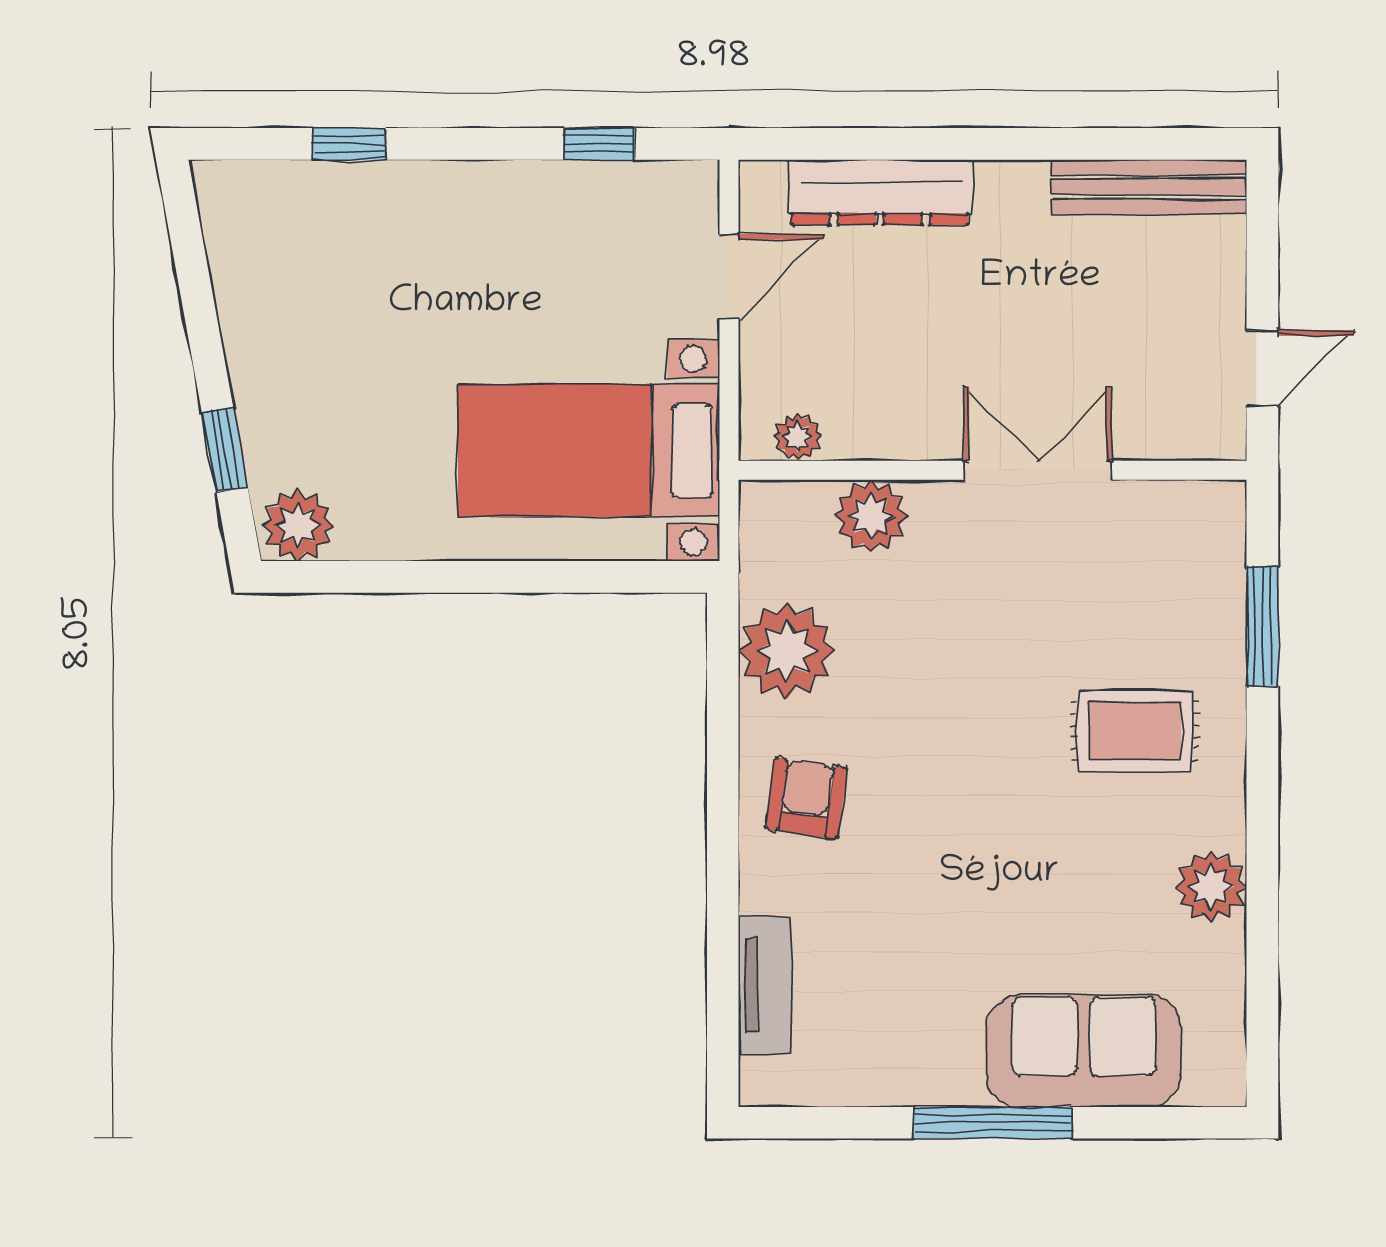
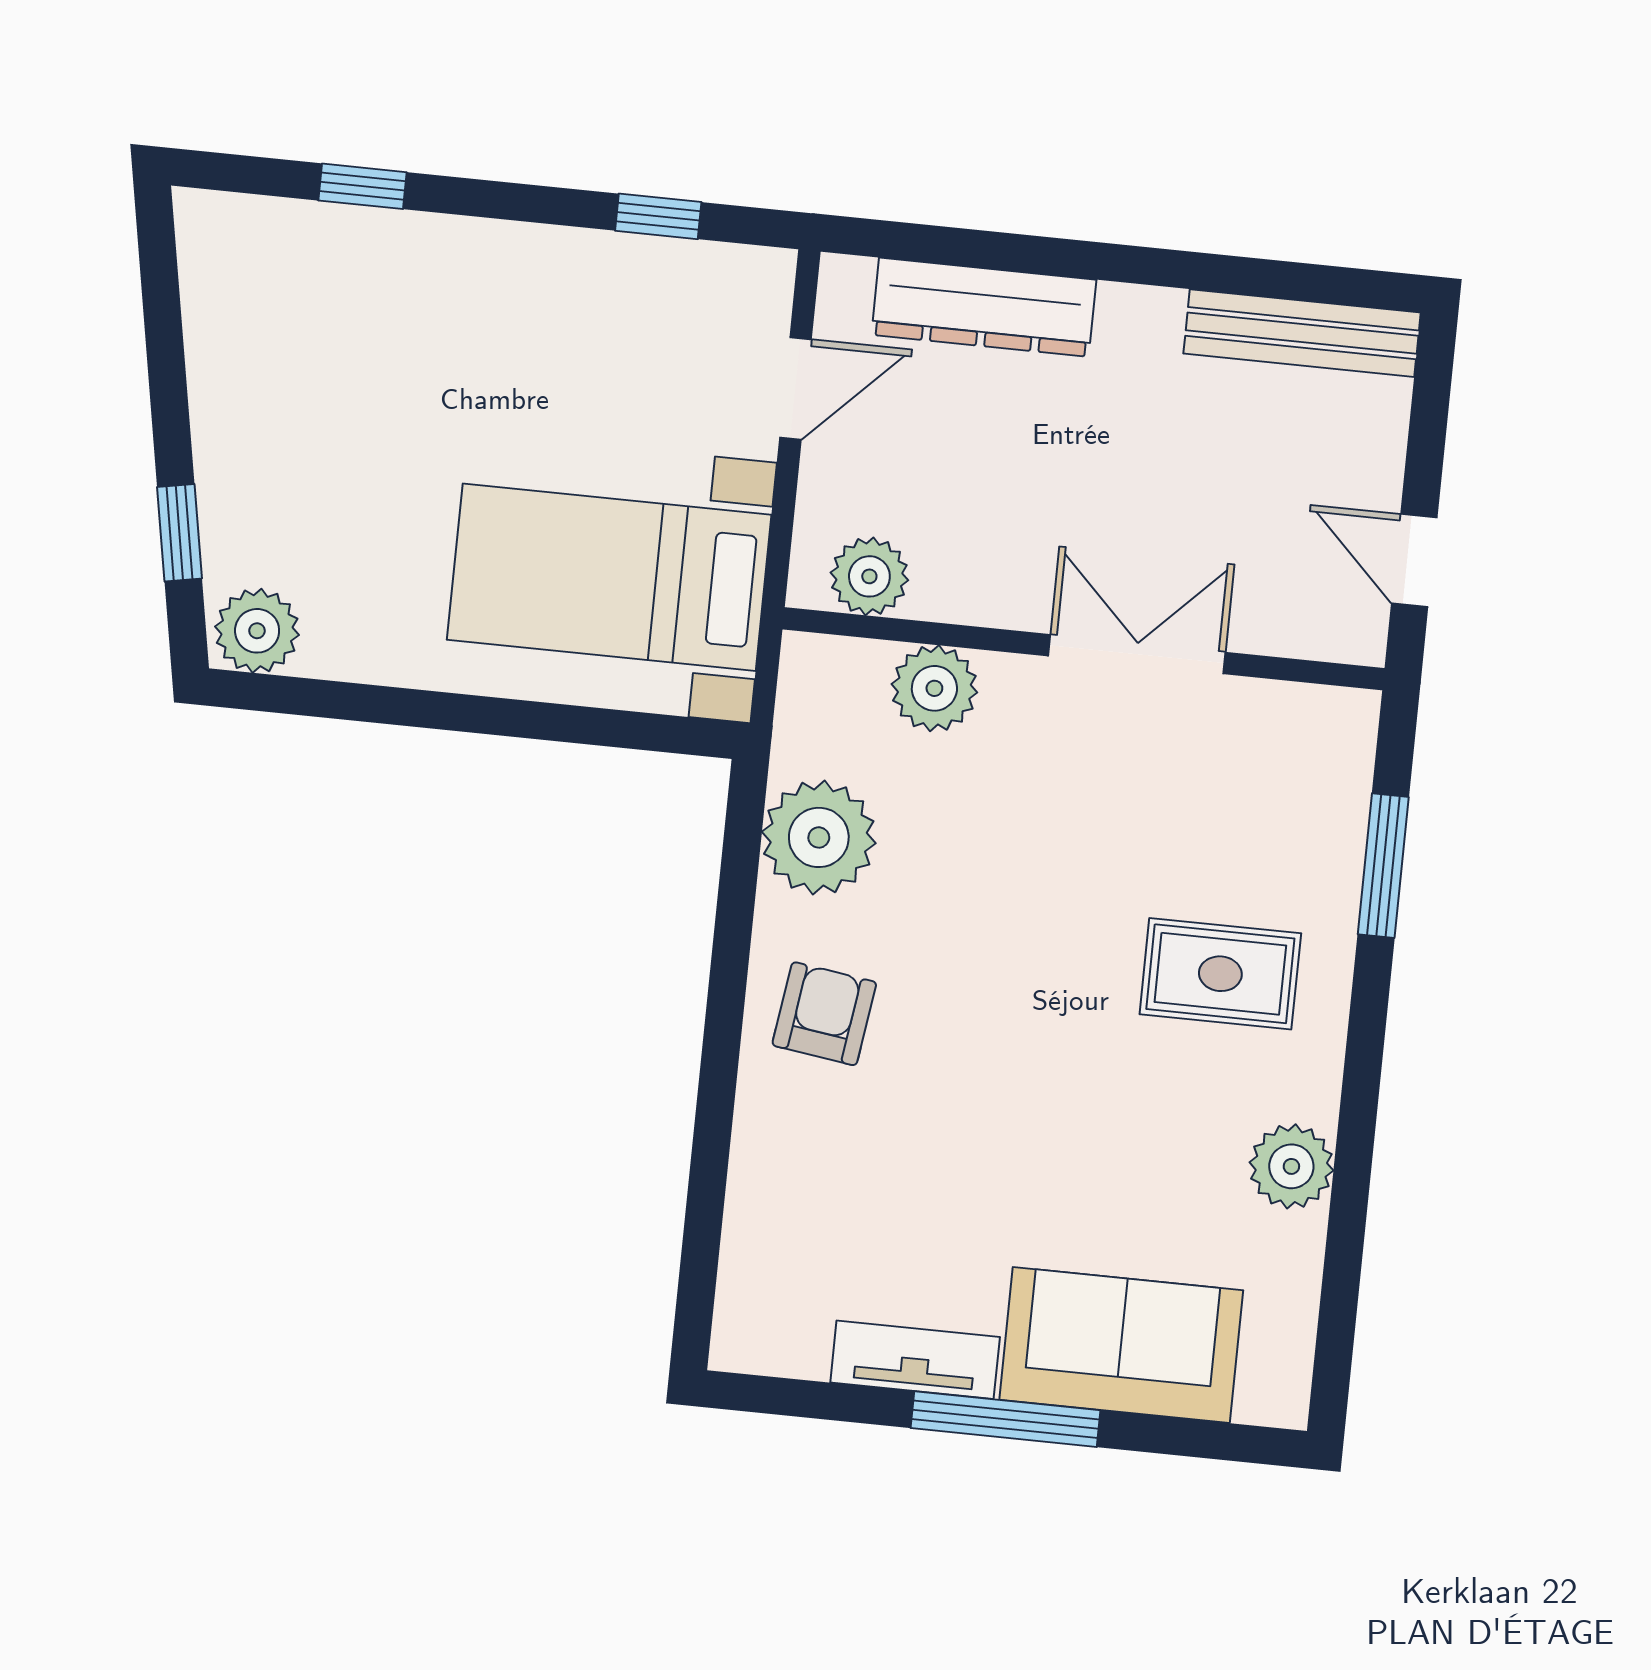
door: (1262, 368) -> (1414, 561), swing flipped
plant: (798, 437) -> (869, 576), width x1.38, depth x1.38
tv unit: (765, 985) -> (915, 1360), moved, turned -90

